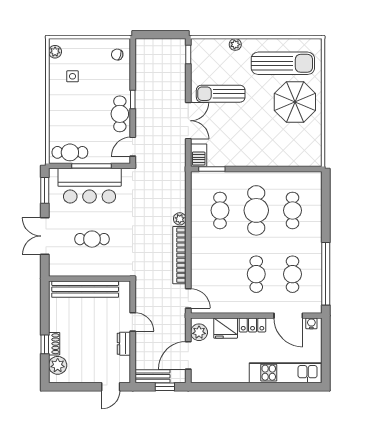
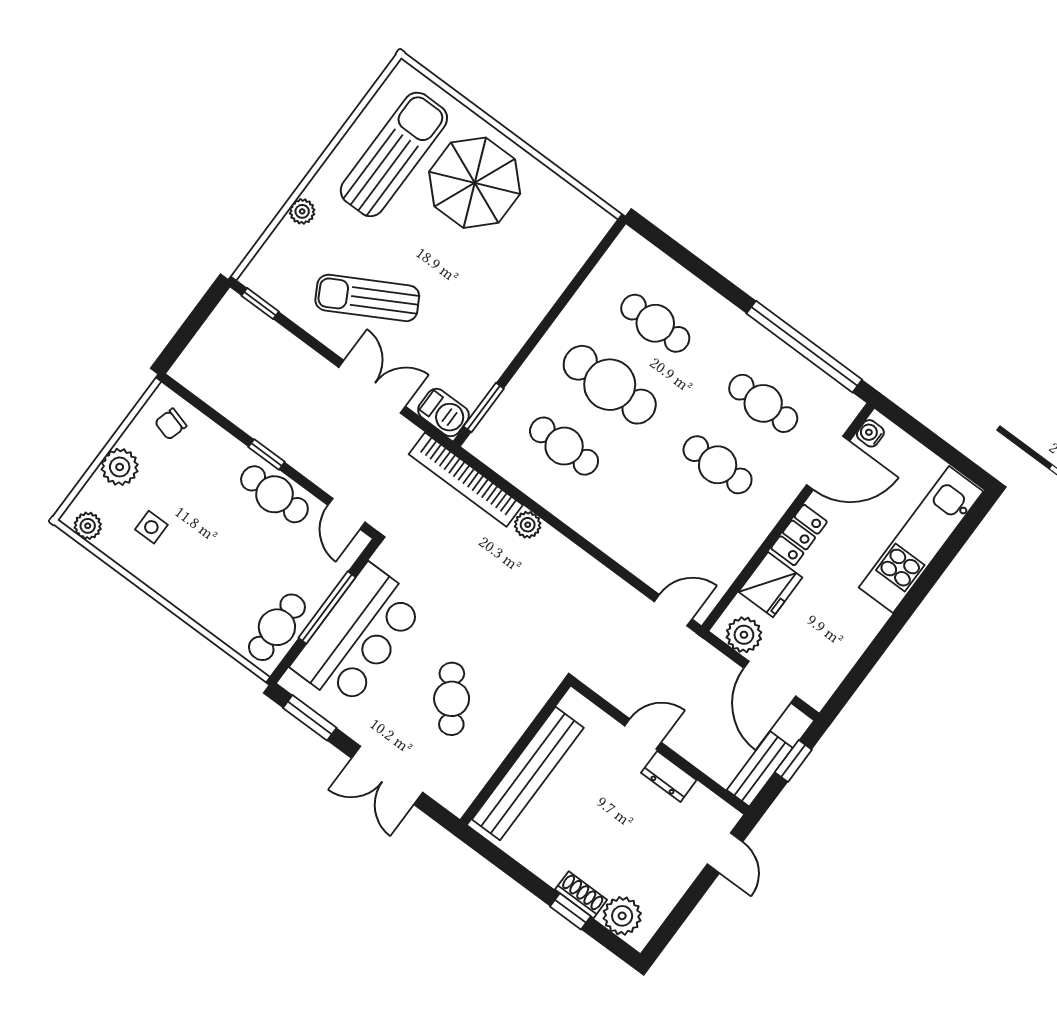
plant: (86, 47) -> (120, 467), added
sun lounger: (221, 94) -> (367, 298), turned 61
cafe table: (92, 239) -> (452, 699), turned -36
bookcase: (179, 255) -> (466, 480), moved

